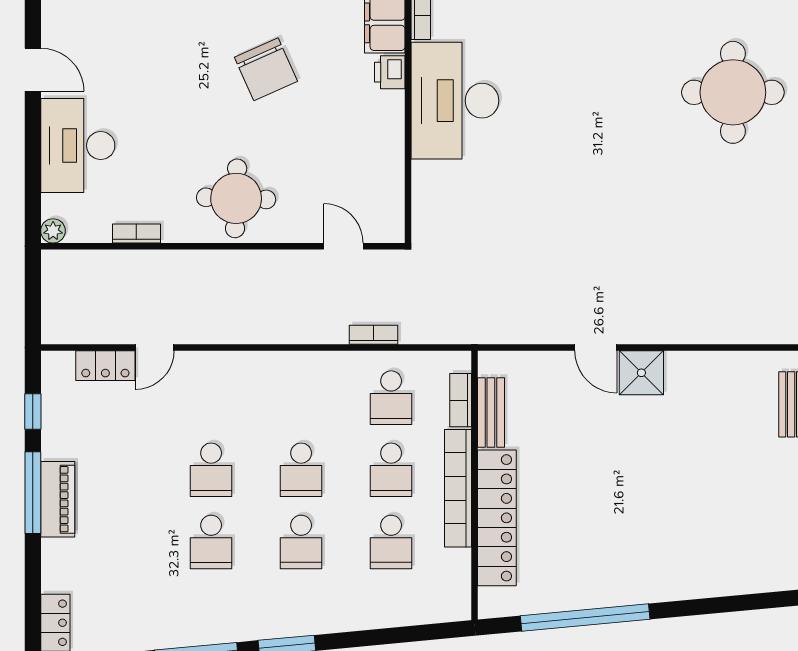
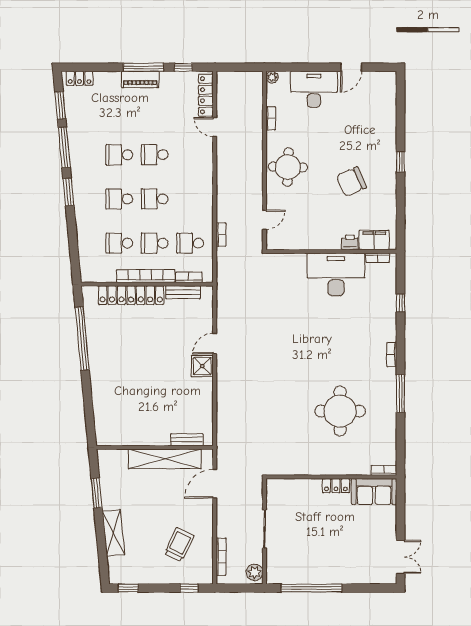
locker: (105, 366) -> (206, 95), width x1.53

